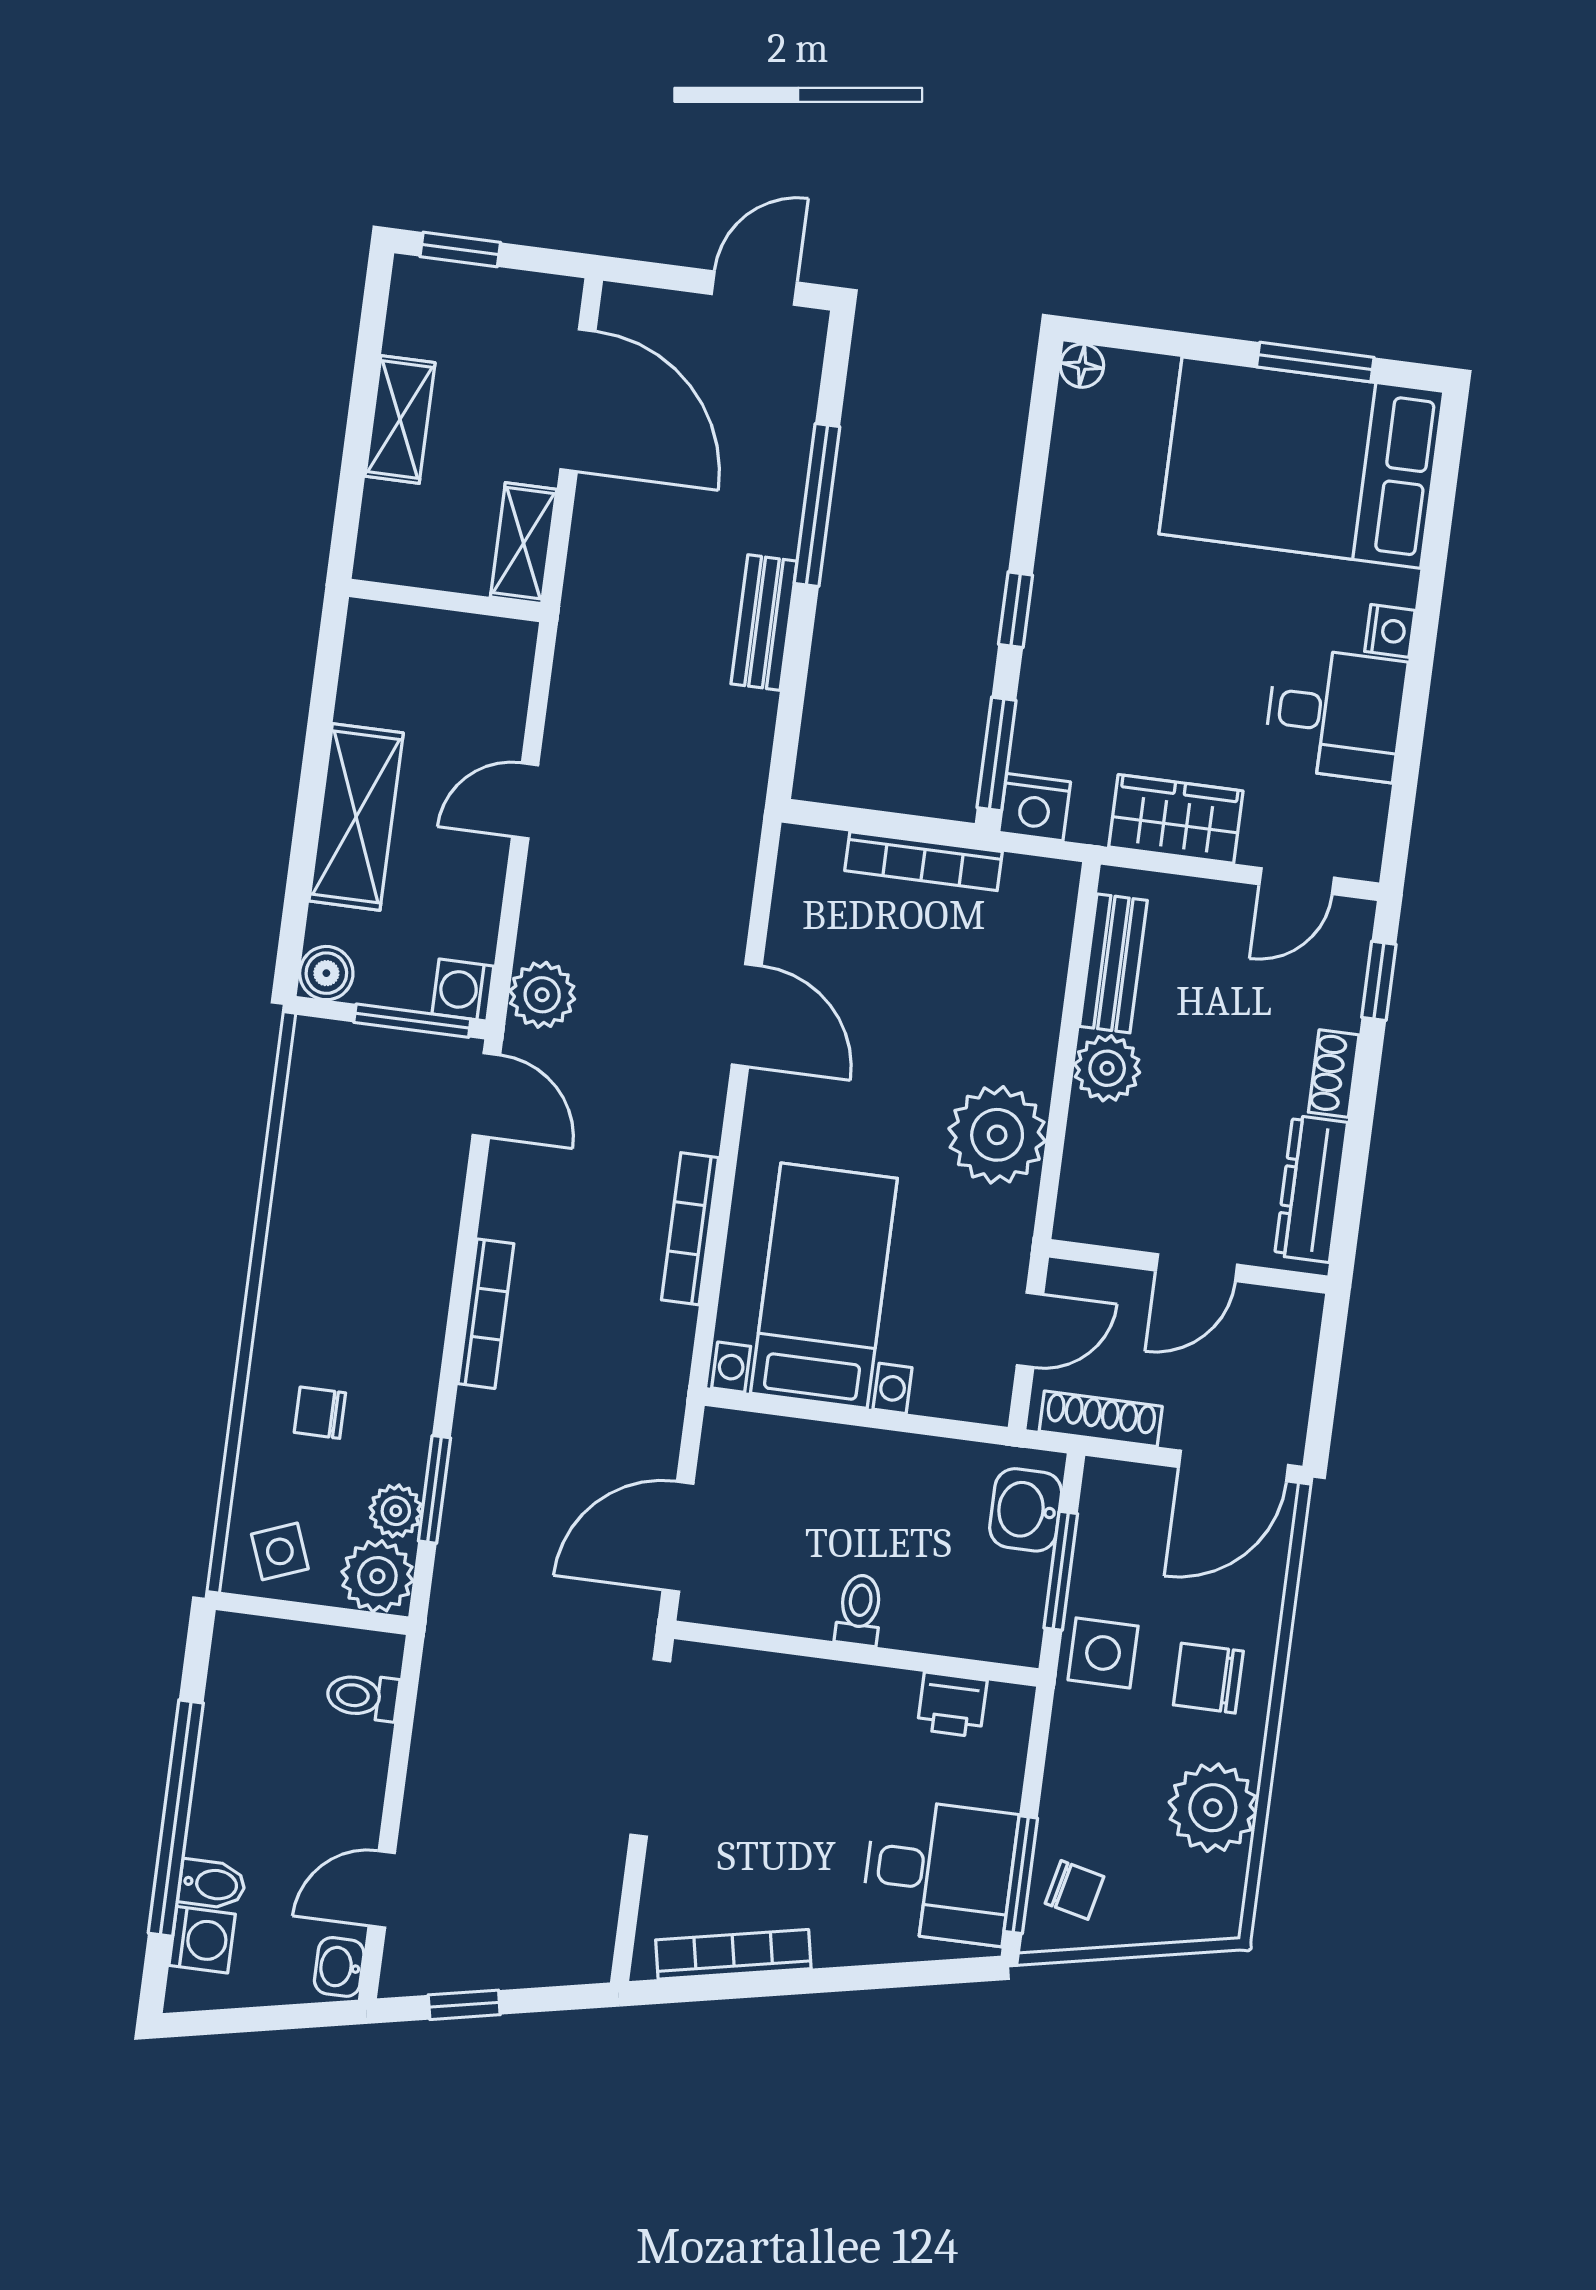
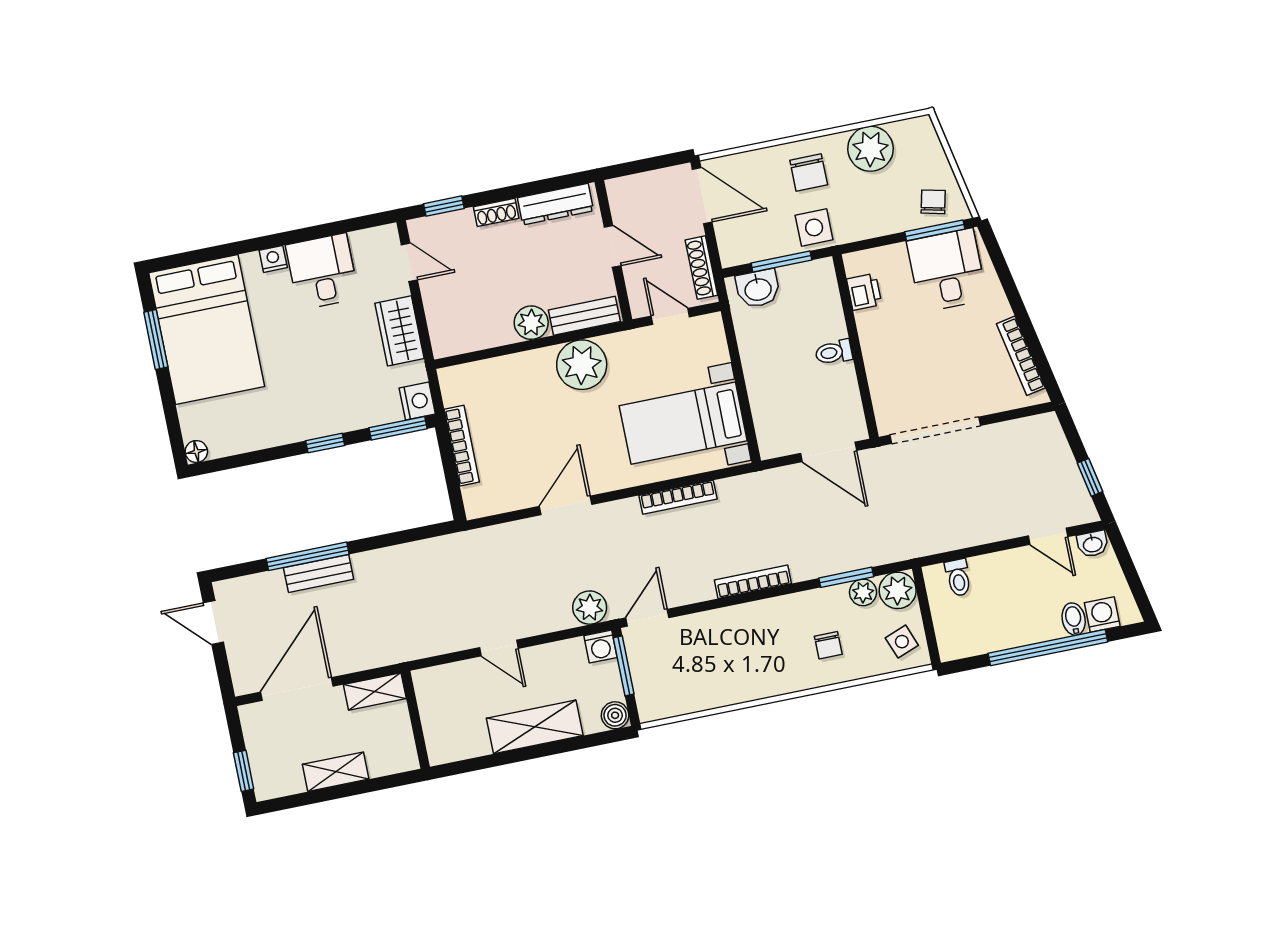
bench: (764, 622) -> (319, 573), moved
bench: (1113, 963) -> (584, 316), moved

